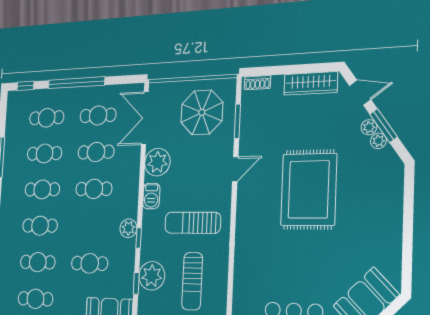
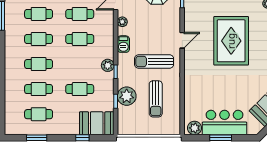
plant: (157, 162) -> (122, 22), width x0.53, depth x0.53
door: (235, 169) -> (182, 40), moved

